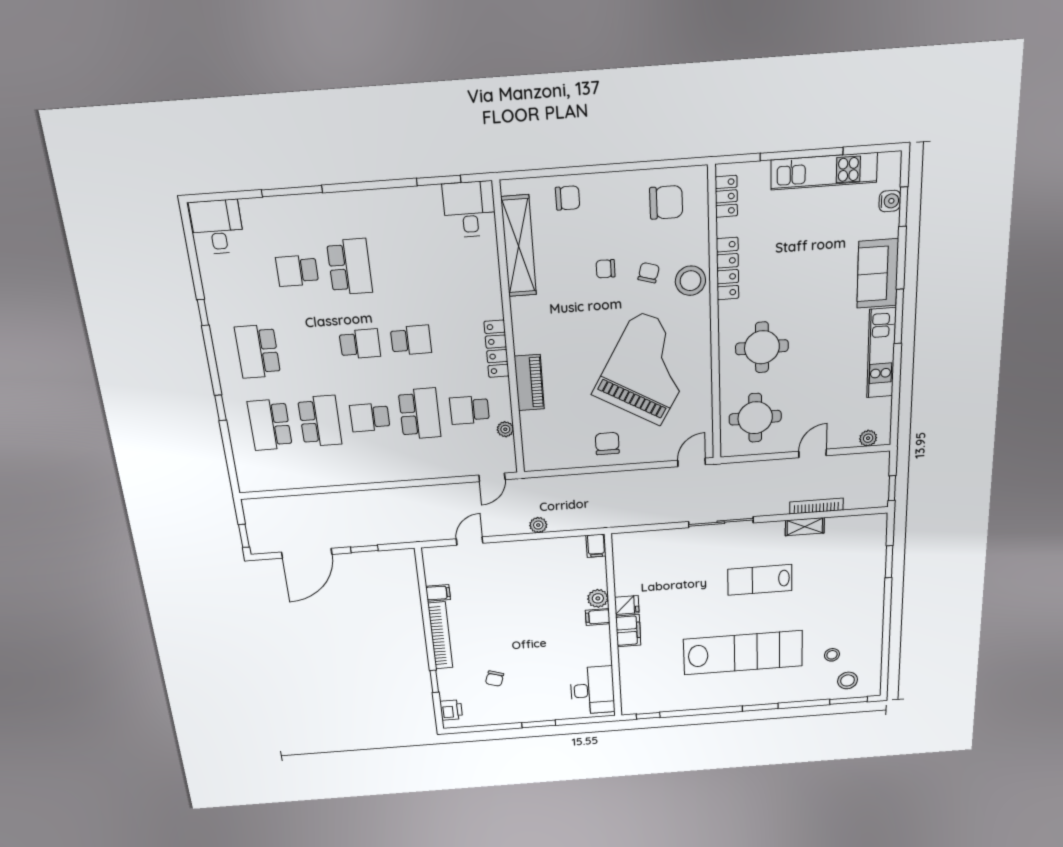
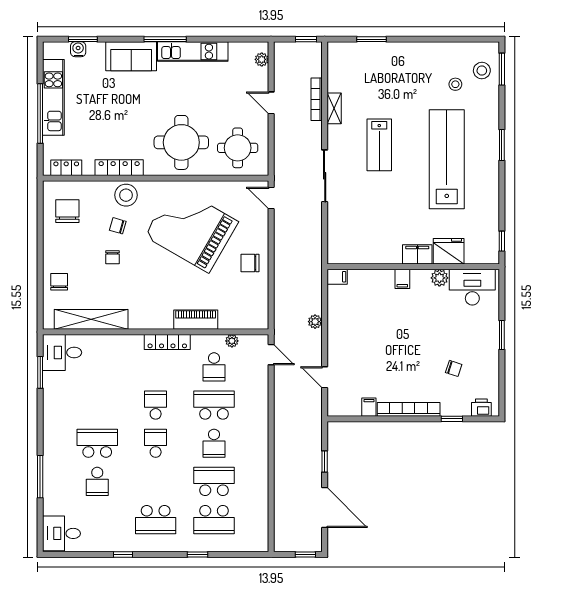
round table: (762, 347) -> (181, 142), width x1.36, depth x1.36
plant: (598, 598) -> (439, 278), moved
fridge: (627, 605) -> (449, 251), moved, width x1.88, depth x1.34

